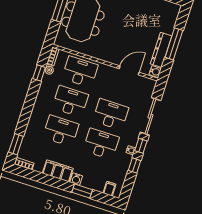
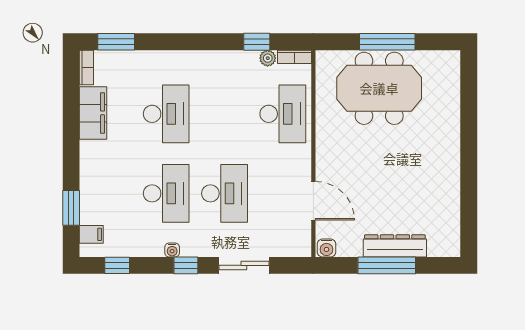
dresser: (161, 50) -> (395, 246), moved
desk: (70, 101) -> (224, 114), removed
sliding door: (150, 116) -> (244, 265), width x0.73
window: (134, 165) -> (117, 265), moved
filing cabinet: (58, 171) -> (93, 113), moved
water cooler: (76, 179) -> (89, 169), removed
window: (82, 191) -> (71, 208), moved

